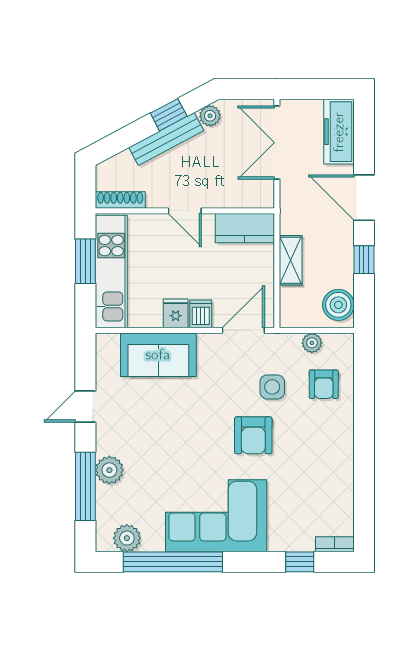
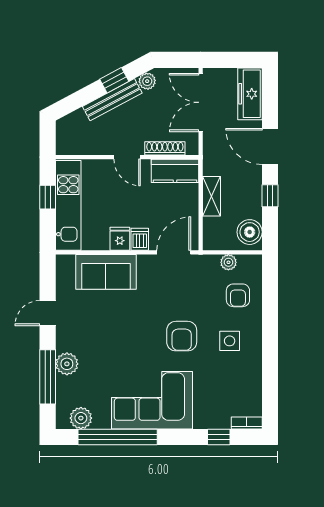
shoe rack: (120, 200) -> (165, 148), moved
window: (85, 261) -> (48, 197), width x0.67
side table: (272, 387) -> (230, 341), moved

